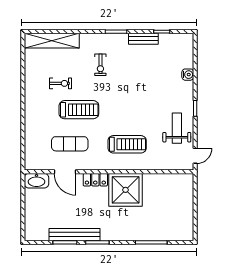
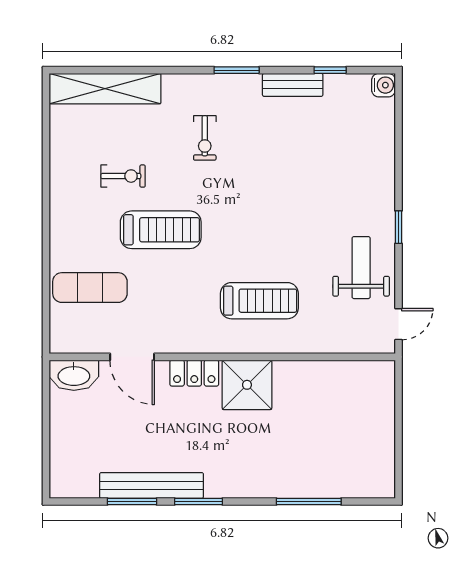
water cooler: (188, 75) -> (383, 85), moved
exercise mat: (70, 144) -> (90, 288), moved
shower: (126, 190) -> (247, 385), width x0.73, depth x0.73

